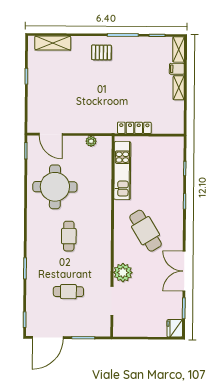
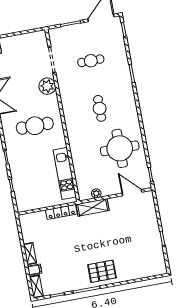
shelving: (53, 43) -> (93, 207), moved
pallet: (101, 52) -> (102, 271), width x1.50, depth x1.42
cafe table: (146, 231) -> (35, 126), turned -59

